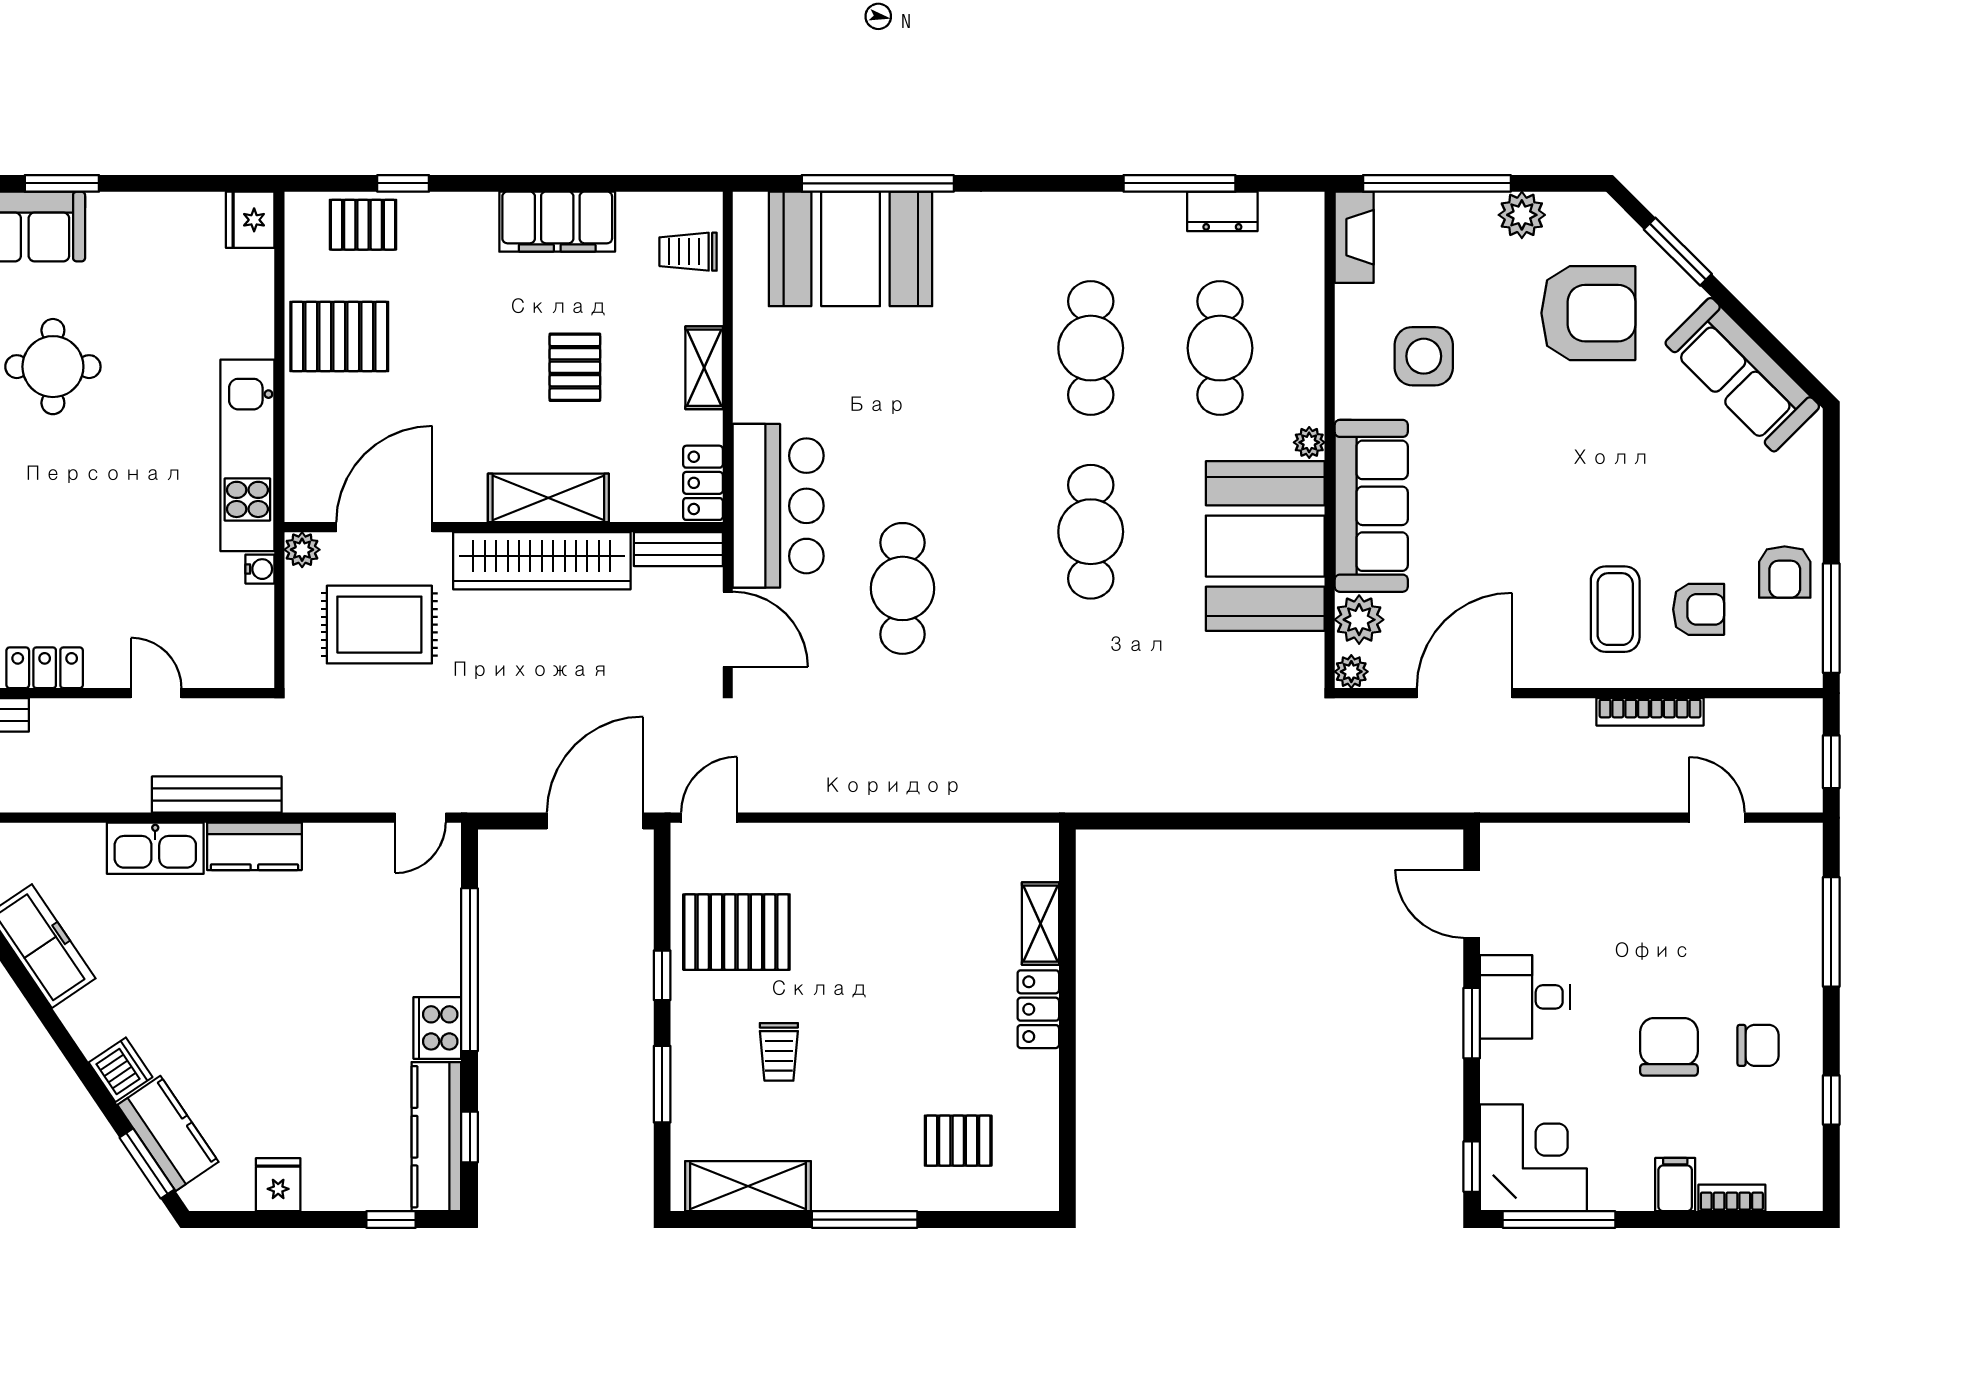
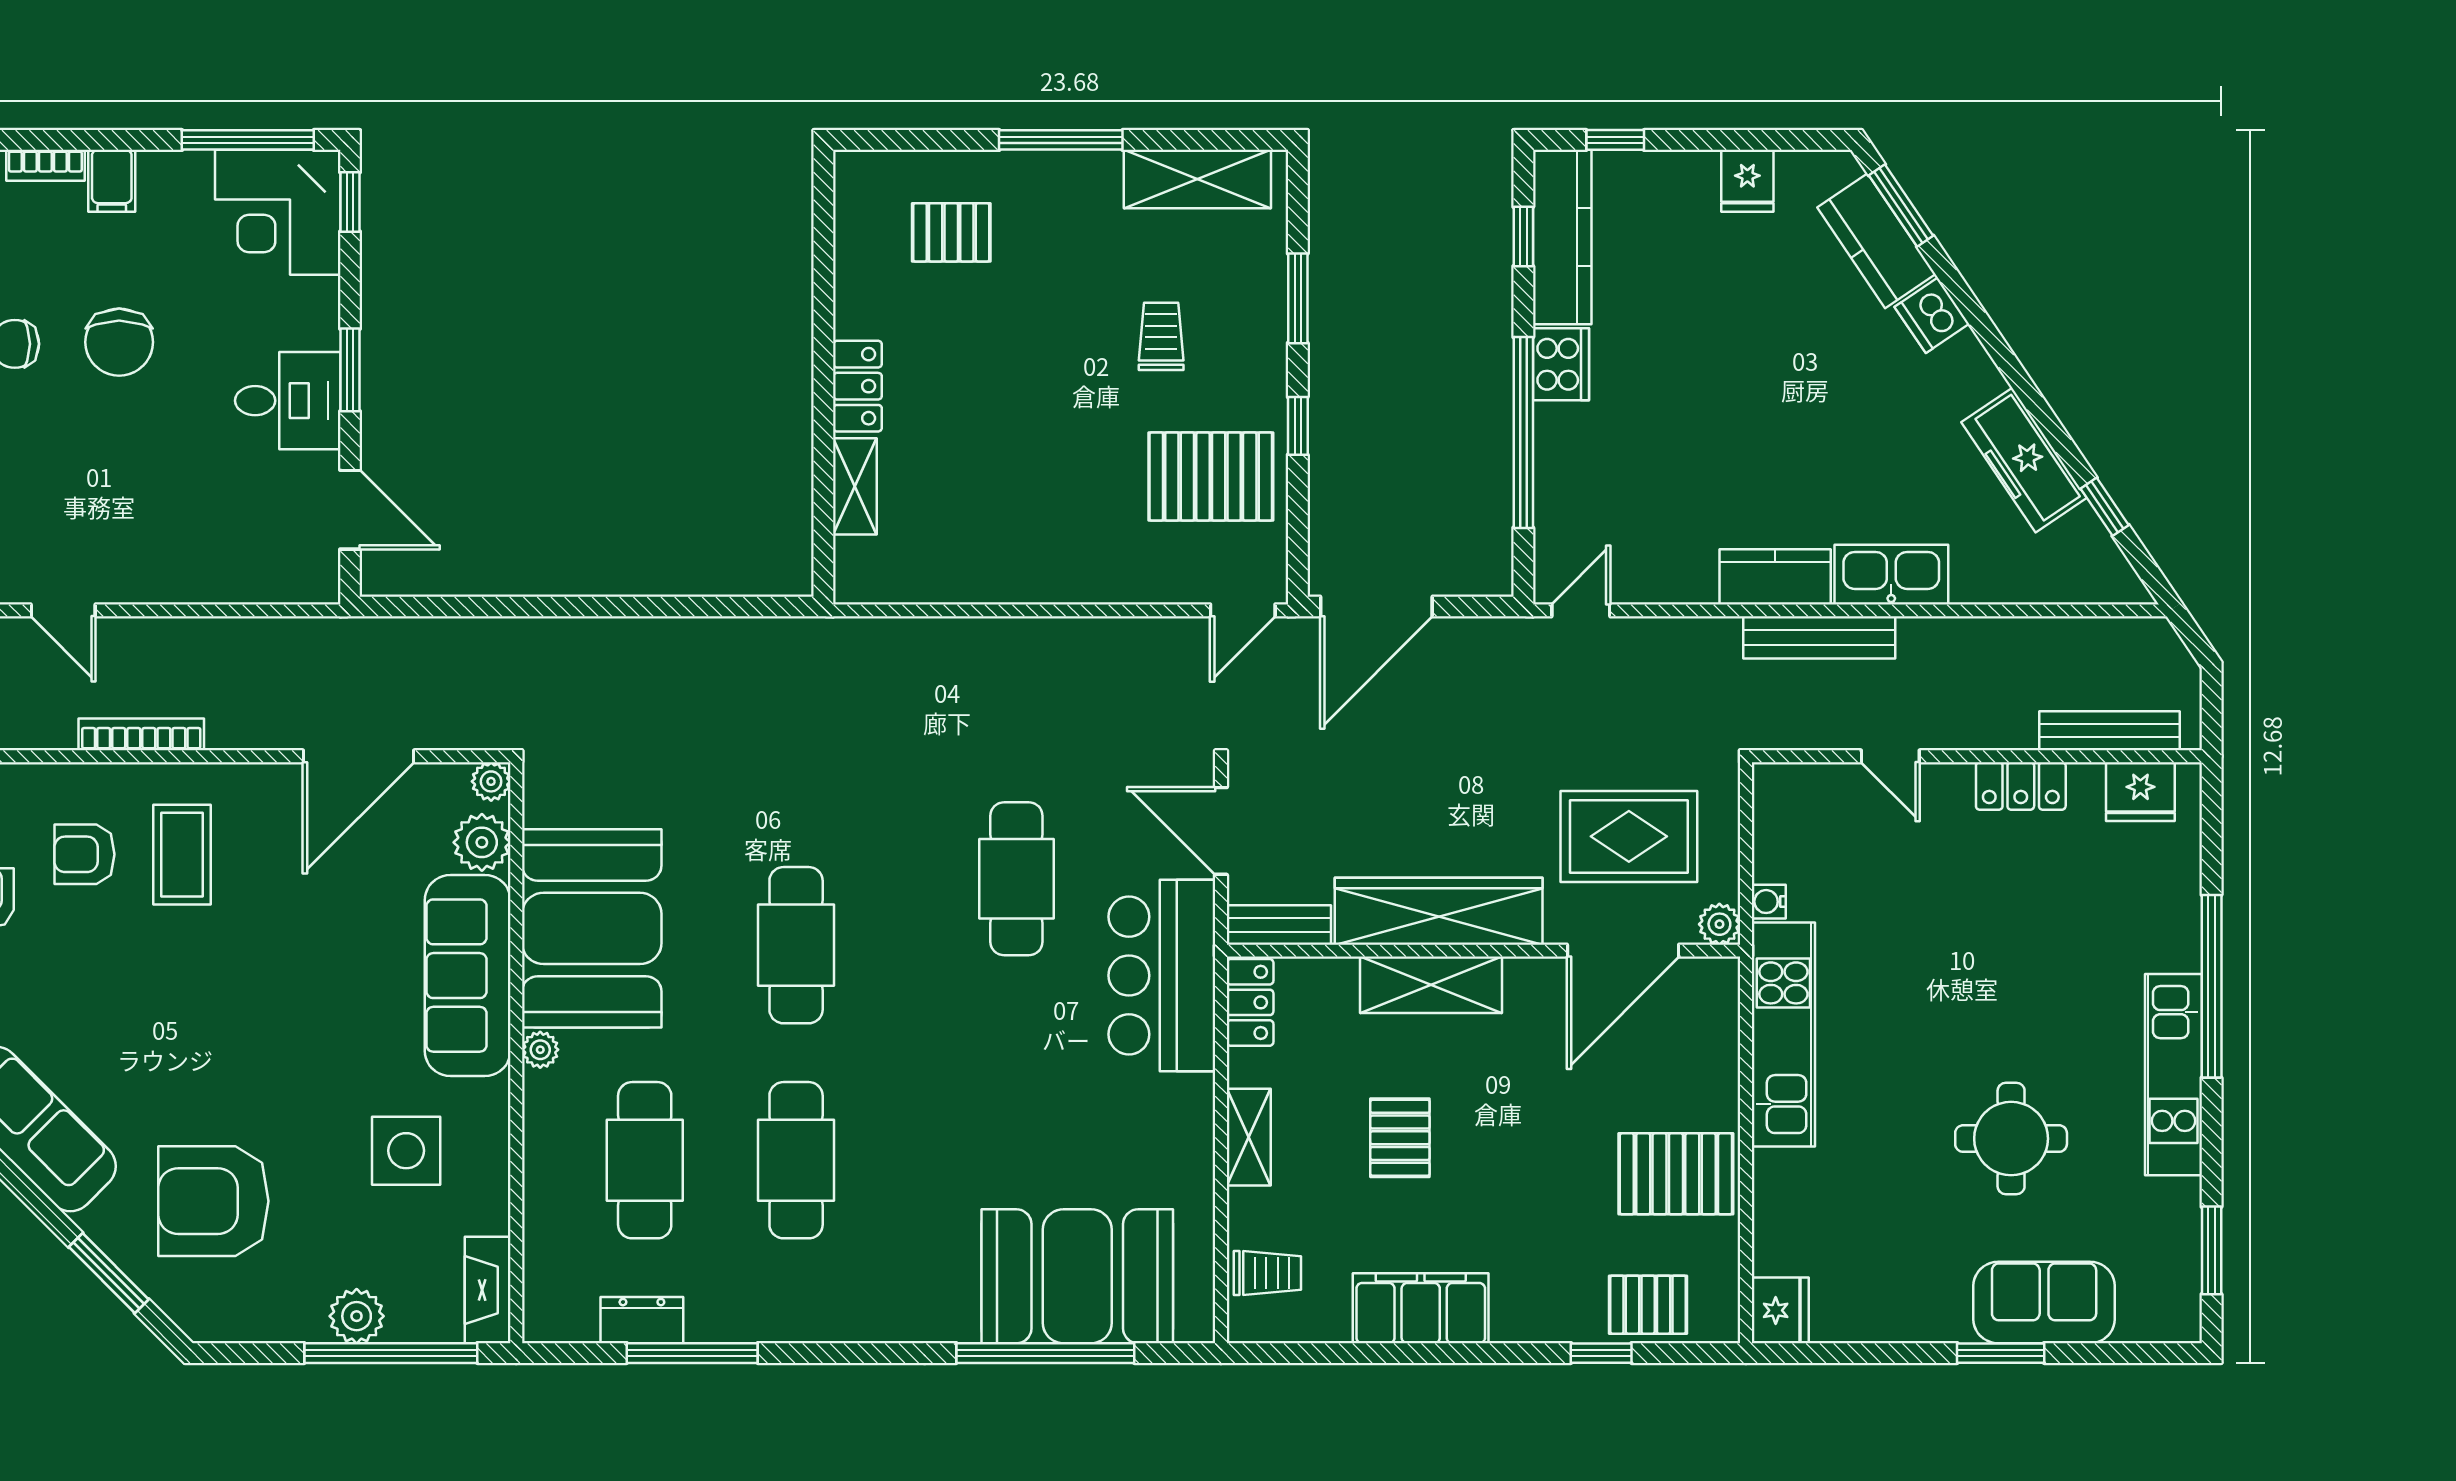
plant: (1522, 215) -> (357, 1316), moved

